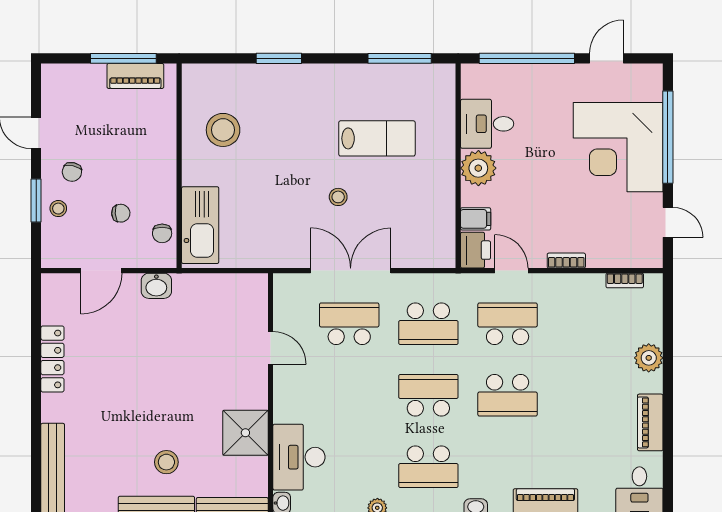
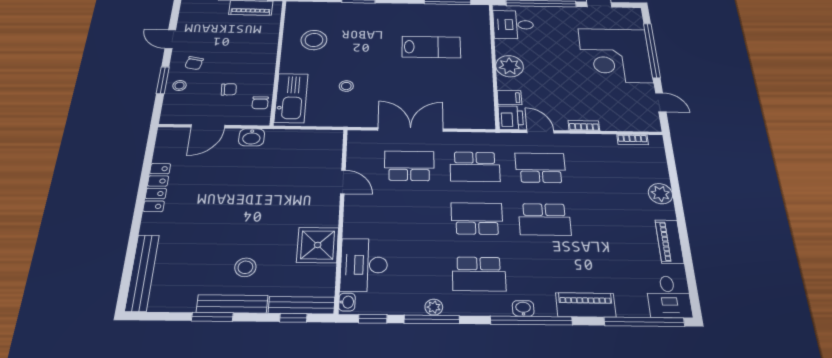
desk: (487, 124) -> (513, 25), moved
stool: (338, 197) -> (346, 86), moved

